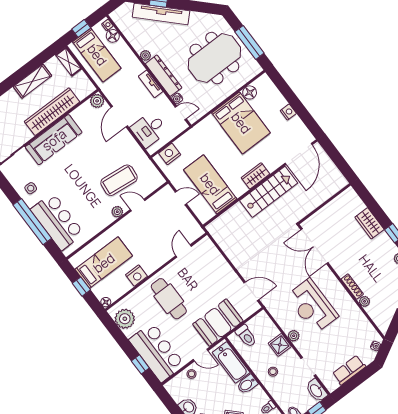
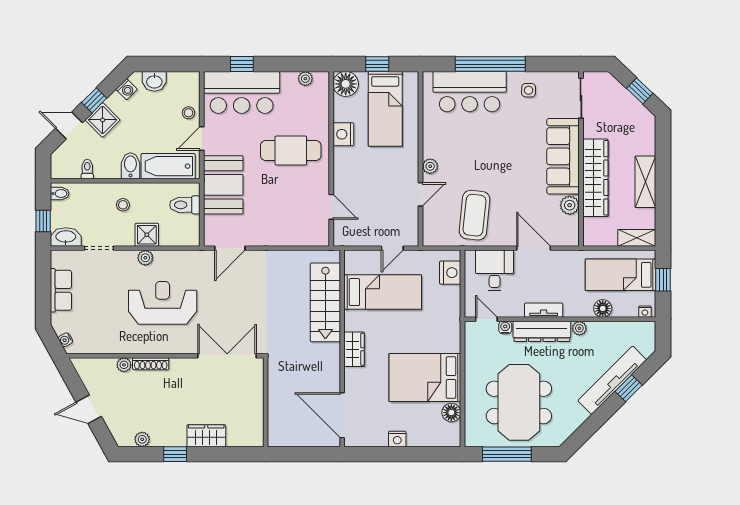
floor lamp: (113, 36) -> (603, 308), moved
plant: (97, 101) -> (570, 205), moved
door: (181, 113) -> (486, 319), swing flipped
coffee table: (119, 180) -> (475, 215), moved
stairs: (269, 192) -> (325, 302), moved
floor lamp: (106, 302) -> (346, 84), width x1.89, depth x1.89
plant: (125, 319) -> (305, 79), width x0.53, depth x0.53

